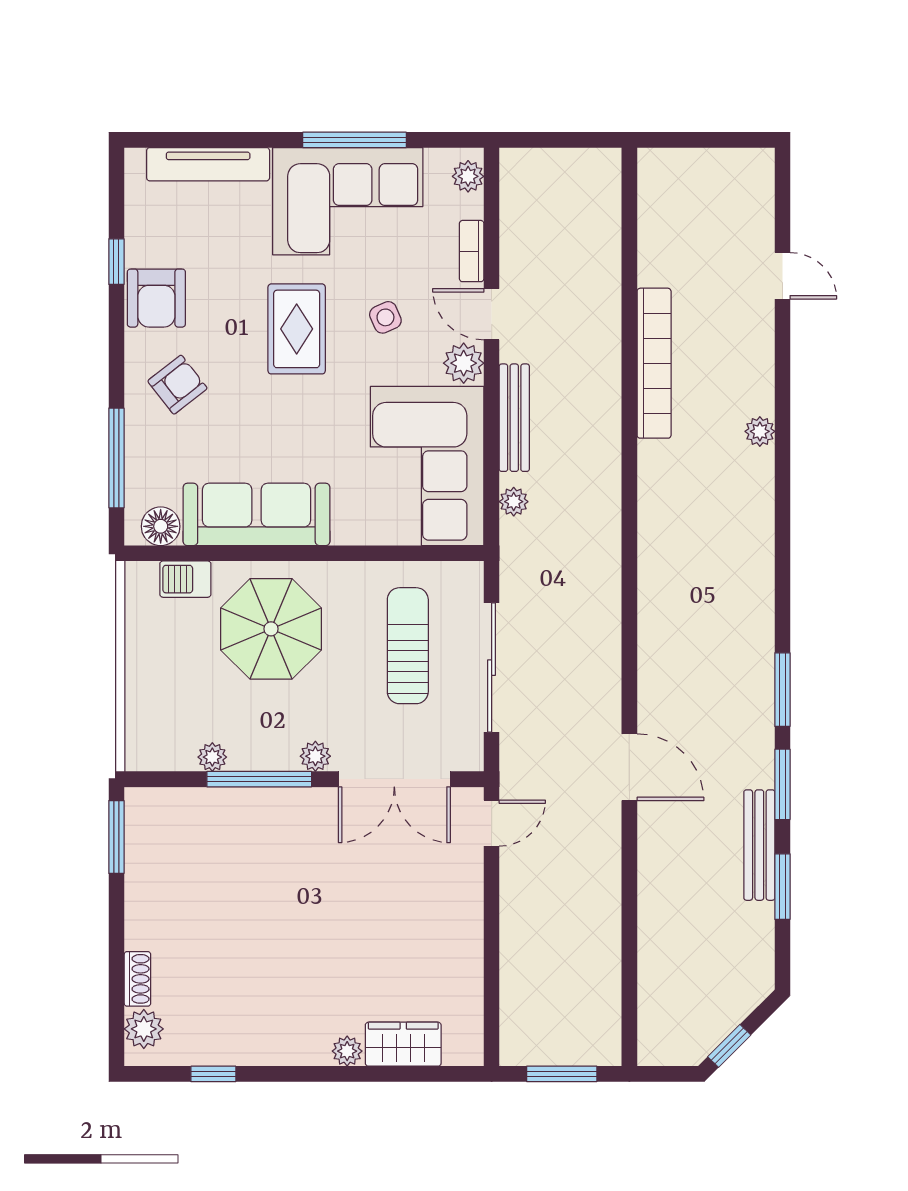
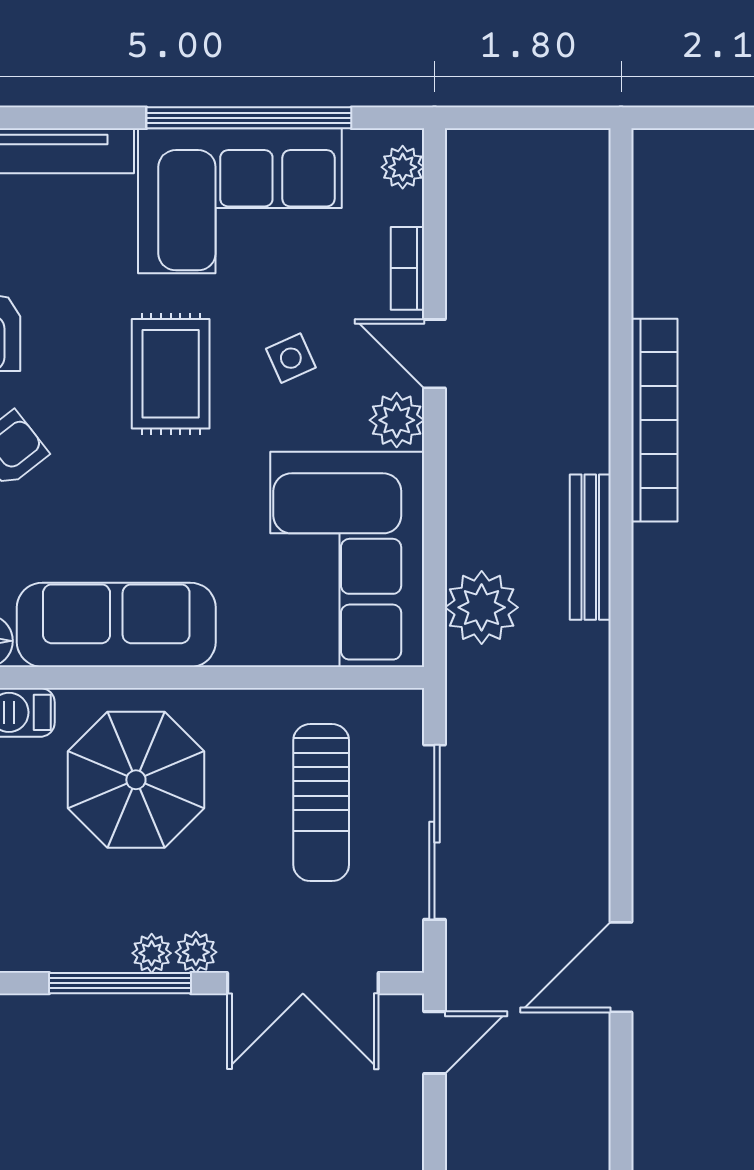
window: (354, 140) -> (249, 118), width x1.46
bench: (514, 418) -> (590, 547), moved
plant: (514, 502) -> (482, 607), width x1.87, depth x1.87
sun lounger: (408, 646) -> (321, 803), turned 180
plant: (212, 757) -> (152, 953), moved
door: (629, 767) -> (621, 967), swing flipped

